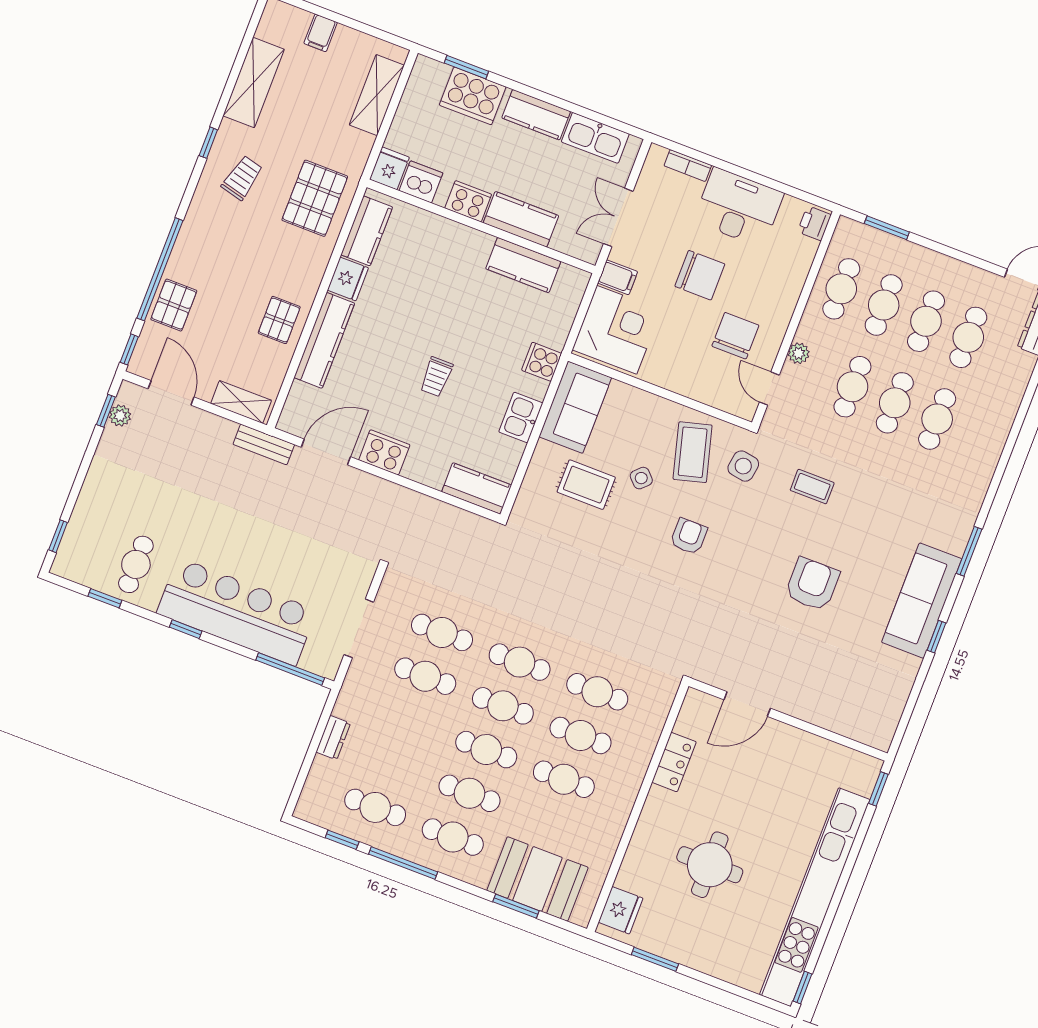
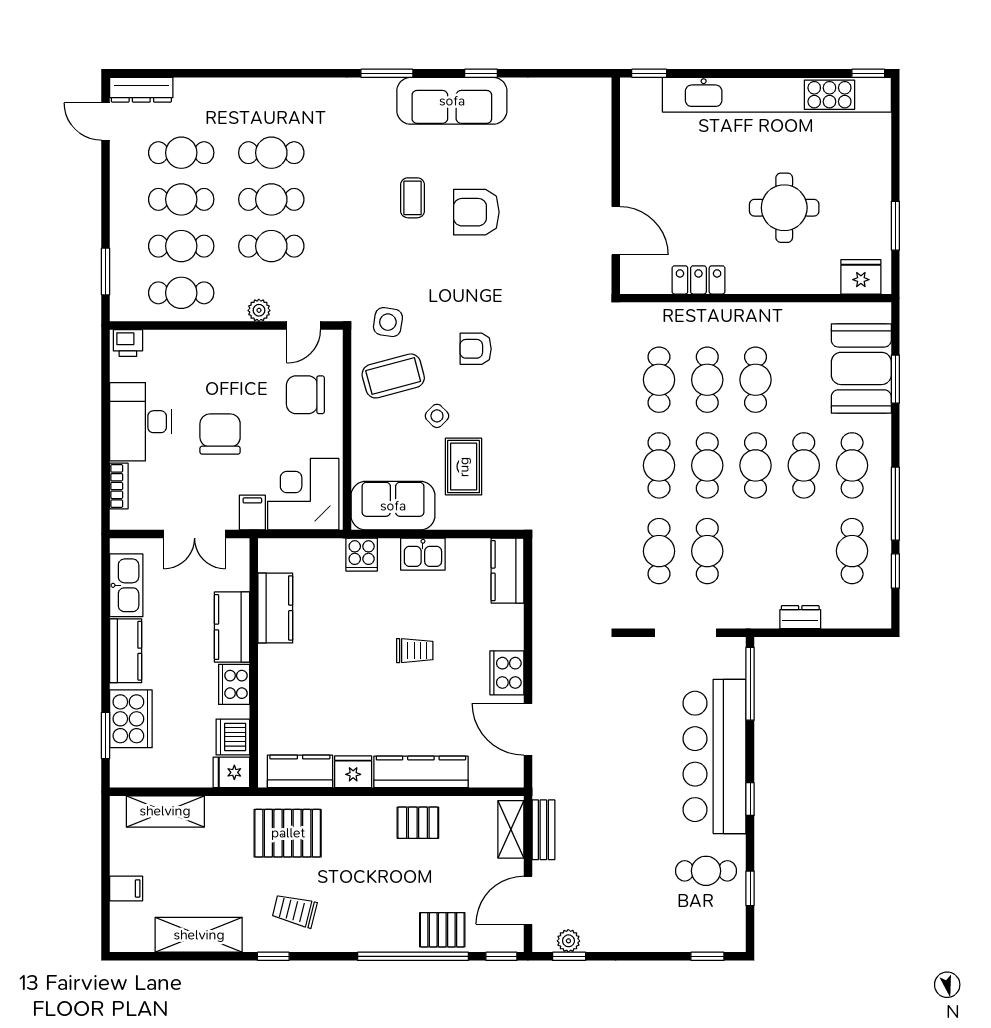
chair: (735, 336) -> (305, 395), moved
bench: (264, 444) -> (543, 830), moved
coffee table: (812, 487) -> (413, 198), moved

